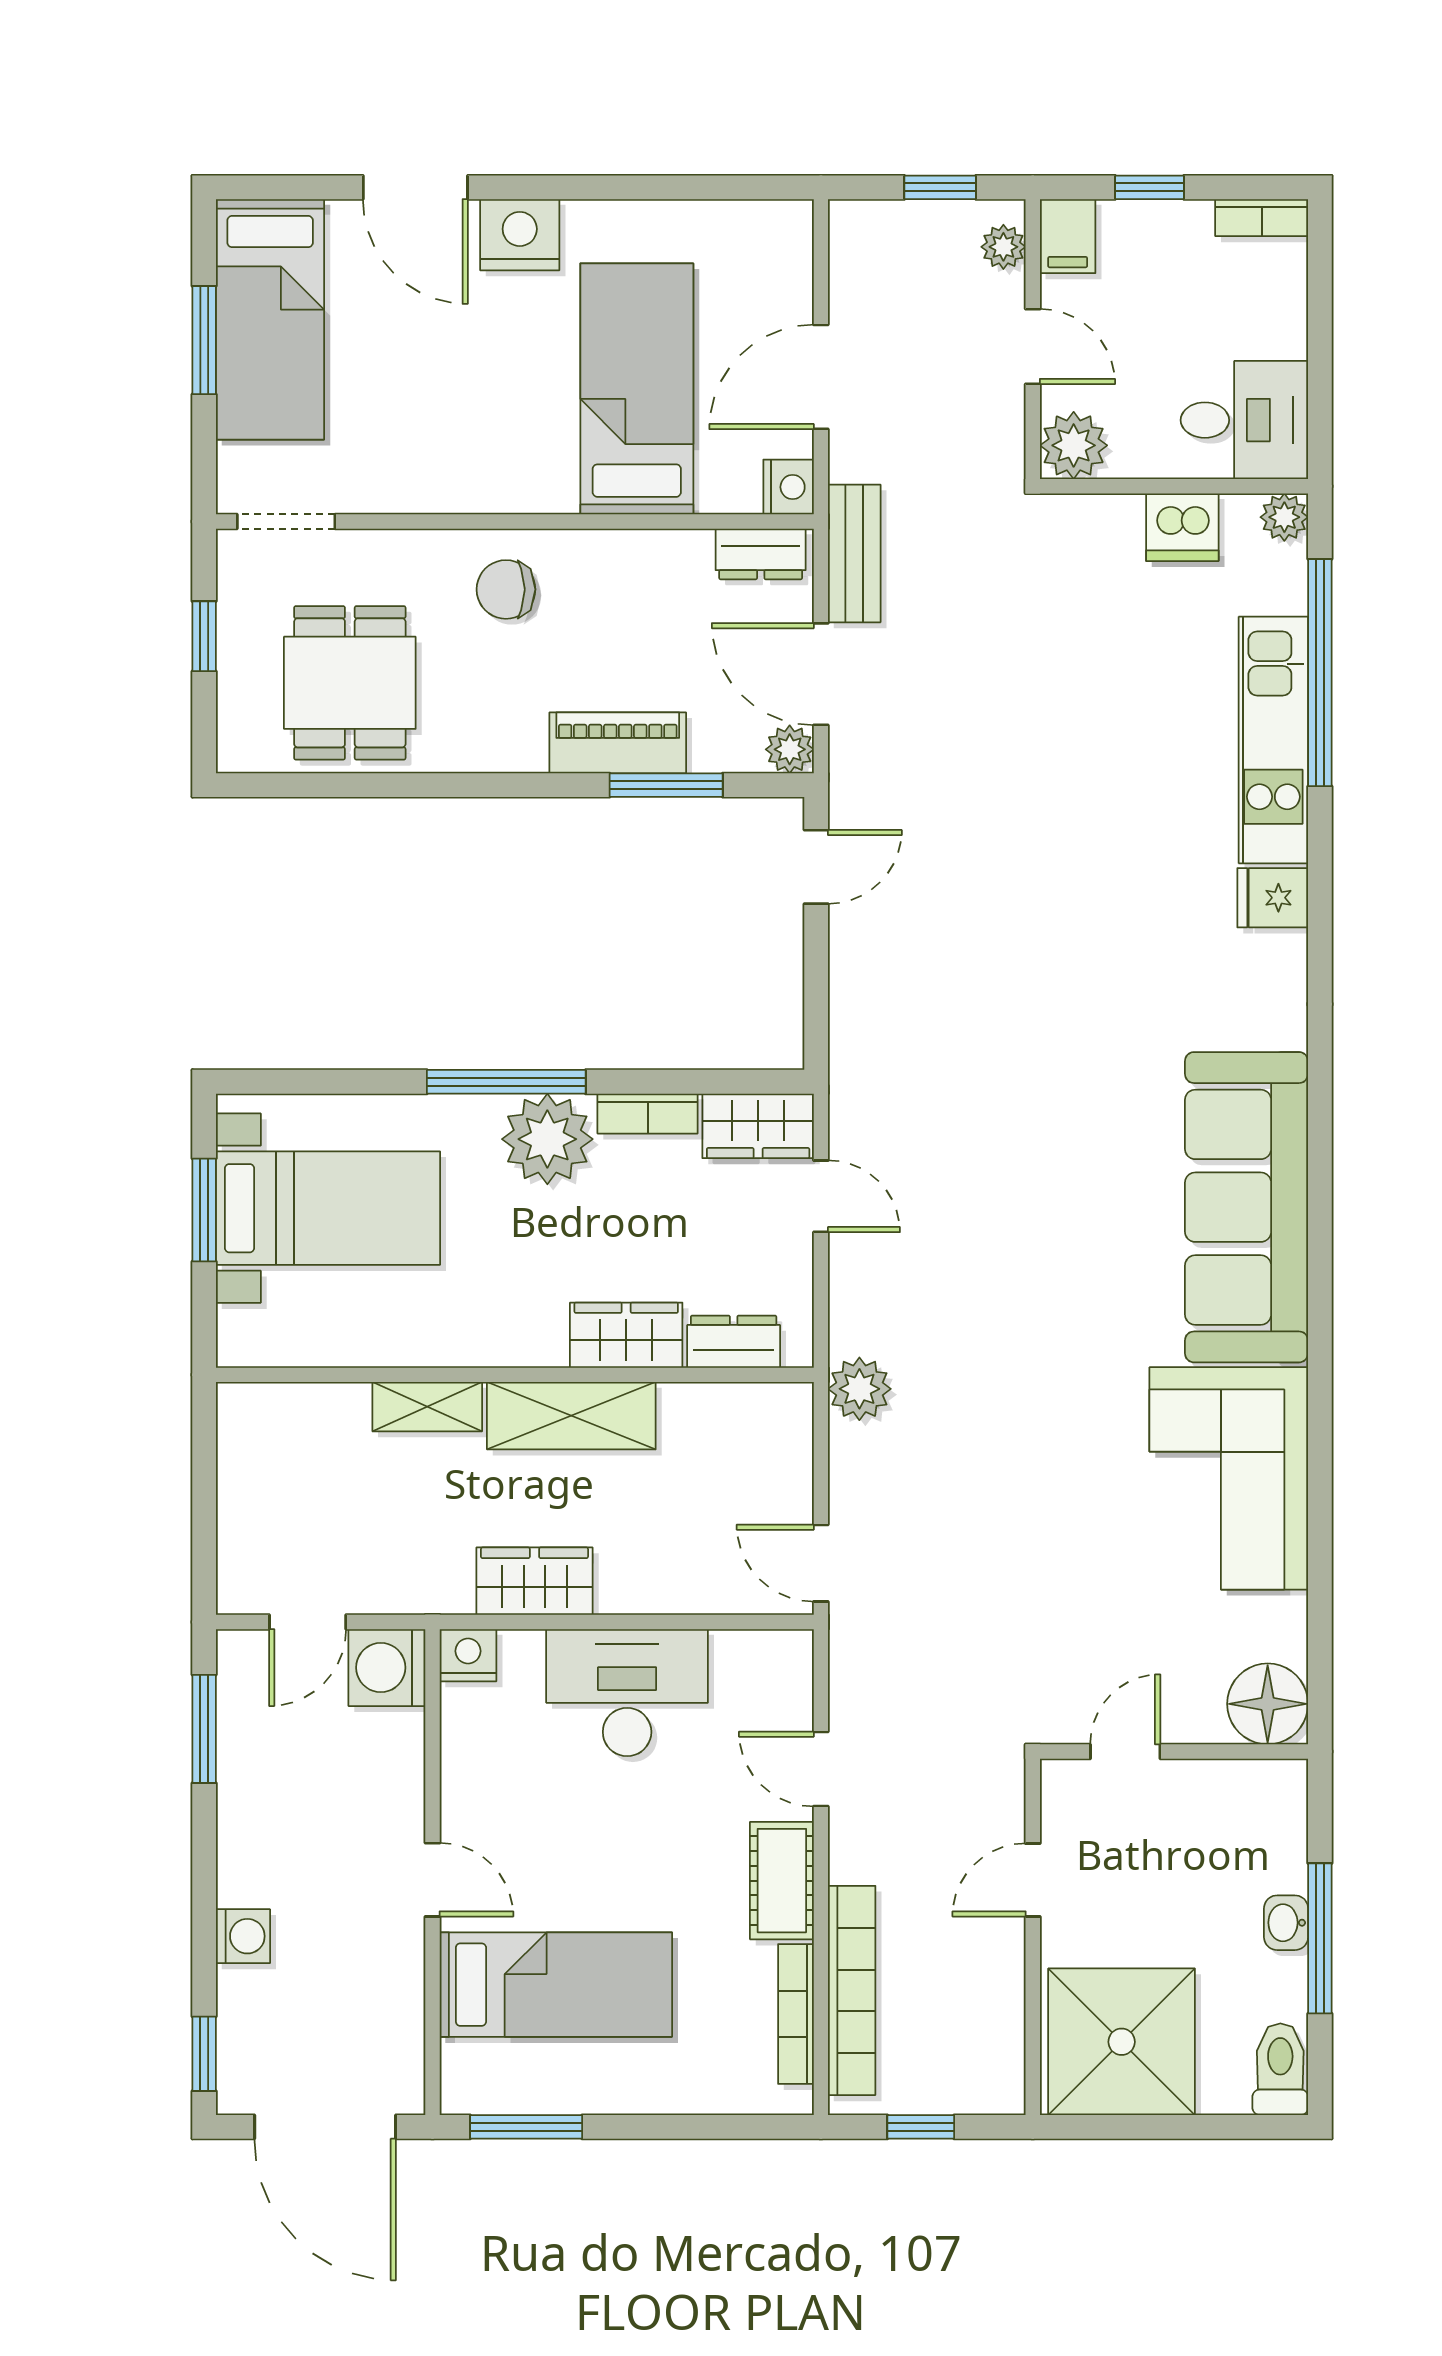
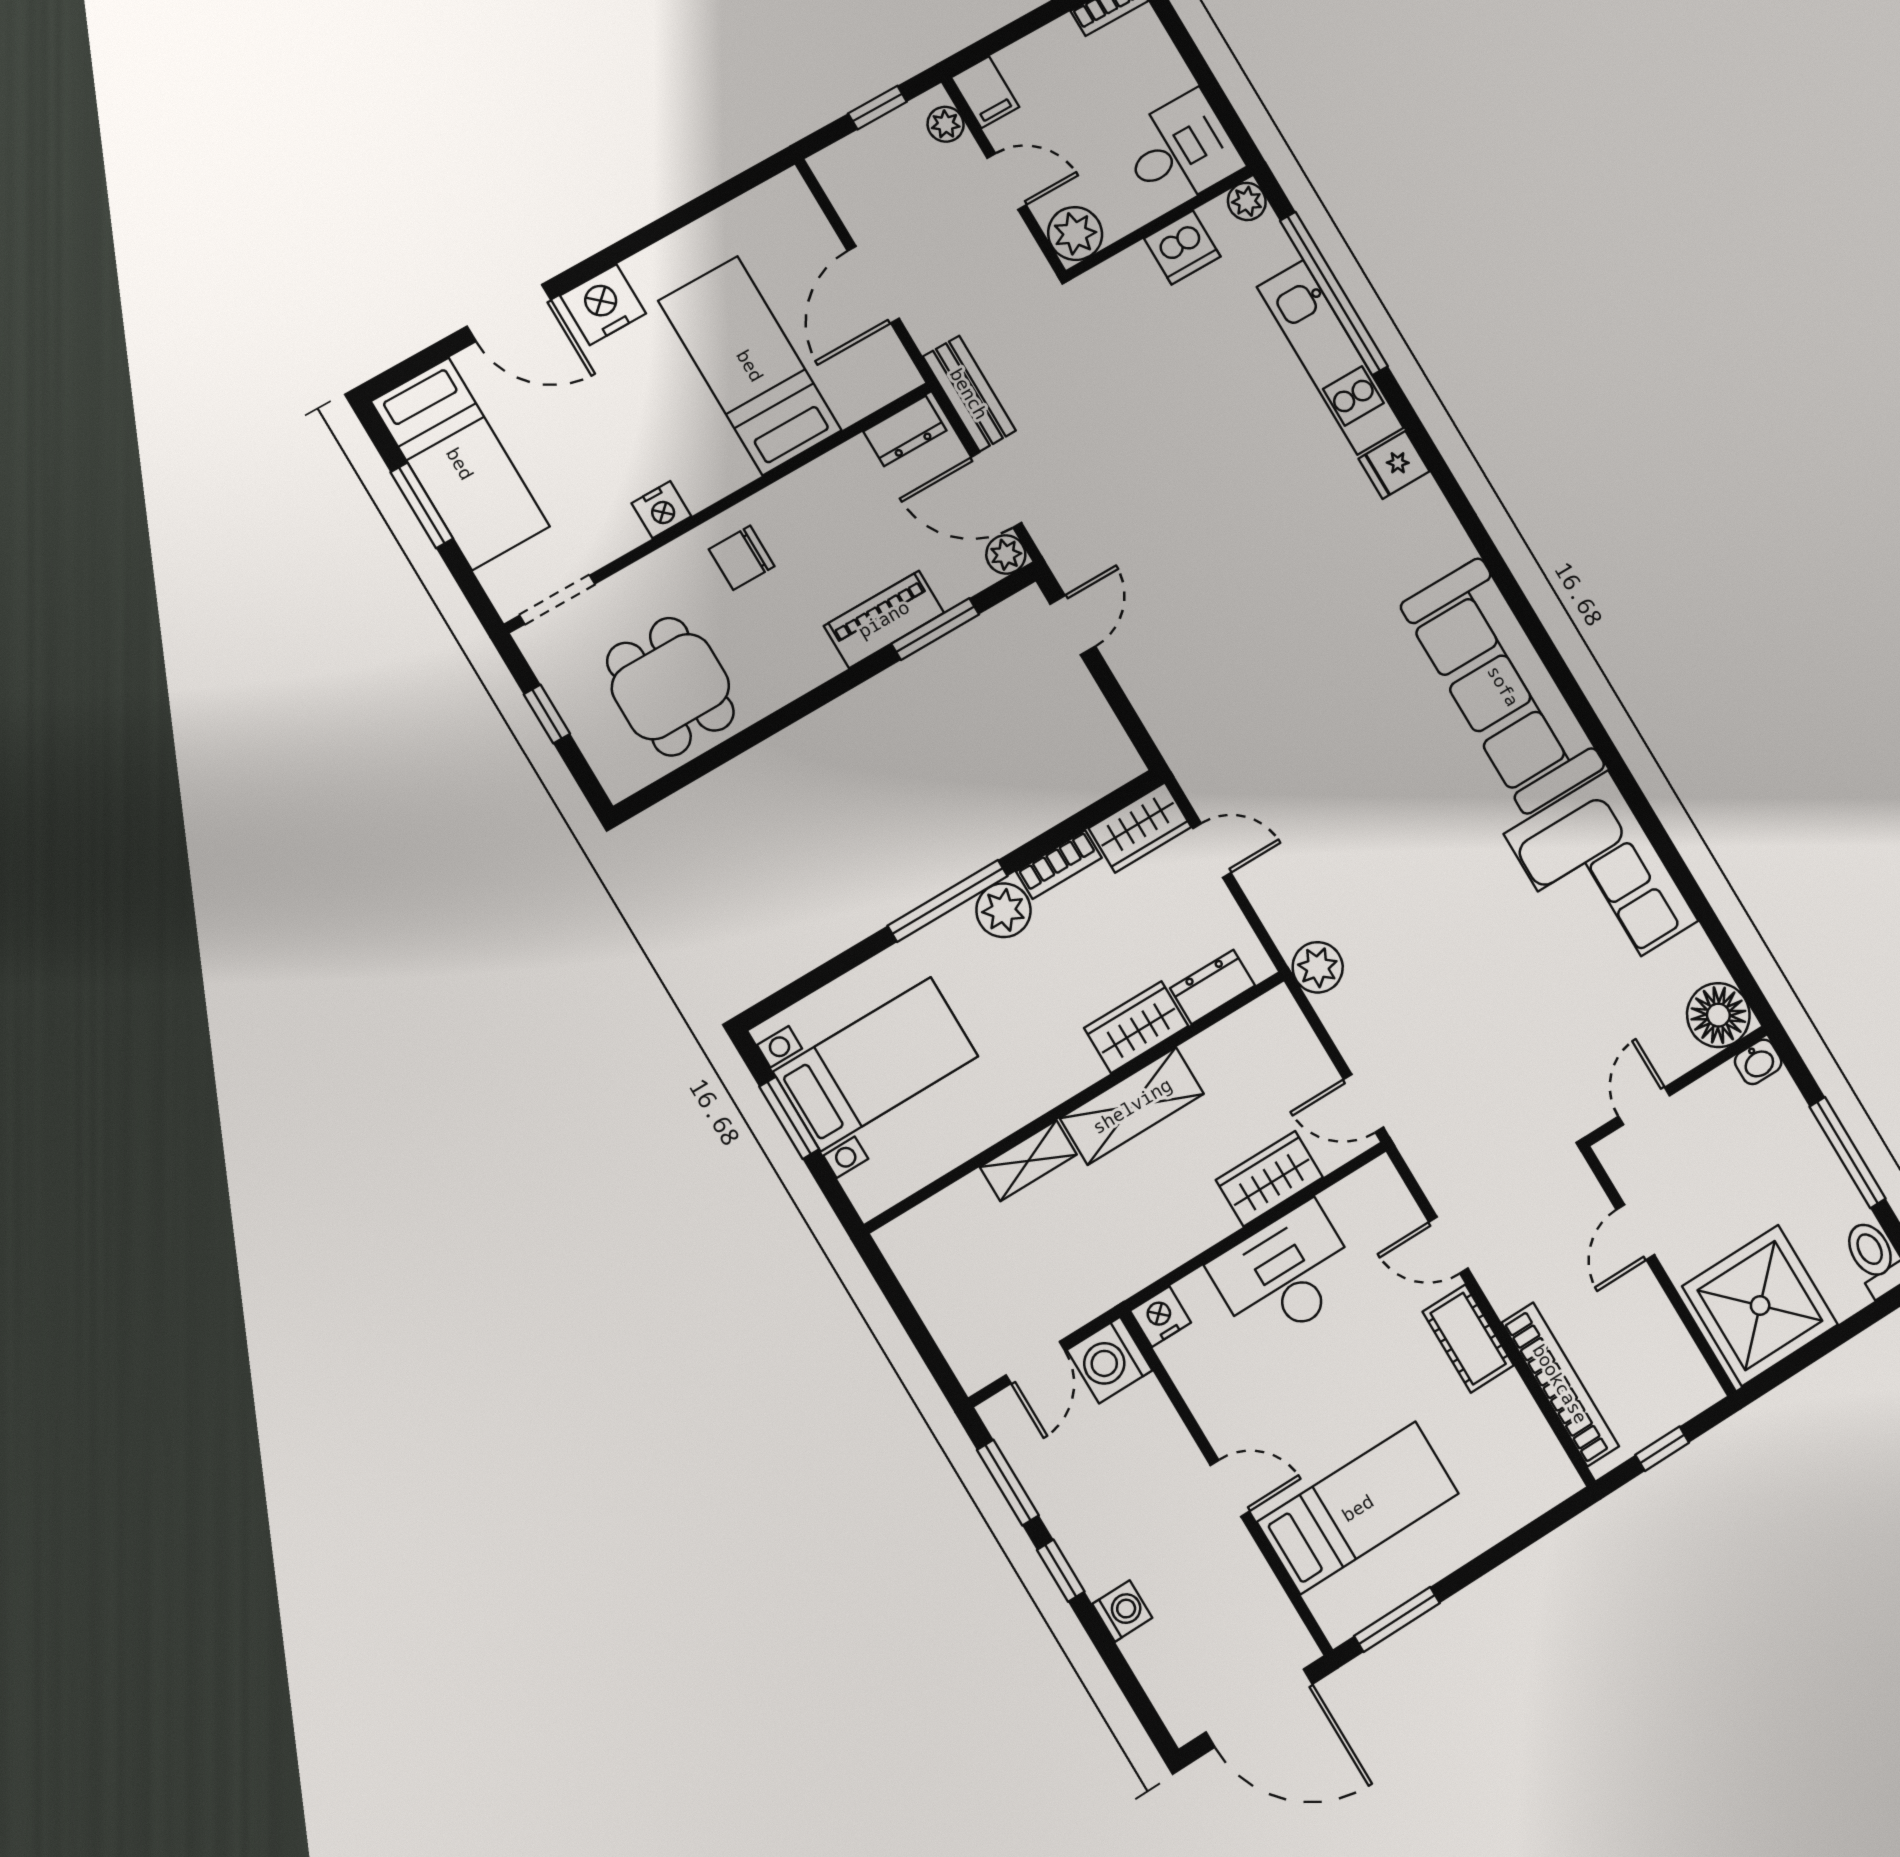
window: (1150, 187) -> (1021, 28), removed
nightstand: (789, 487) -> (661, 510), moved, turned 90
plant: (547, 1139) -> (1003, 910), width x0.73, depth x0.73
wardrobe: (534, 1581) -> (1269, 1179), moved
washbasin: (1286, 1923) -> (1758, 1062), moved, turned -90
bookcase: (796, 2014) -> (1533, 1425), removed
window: (204, 2054) -> (1061, 1571), moved

